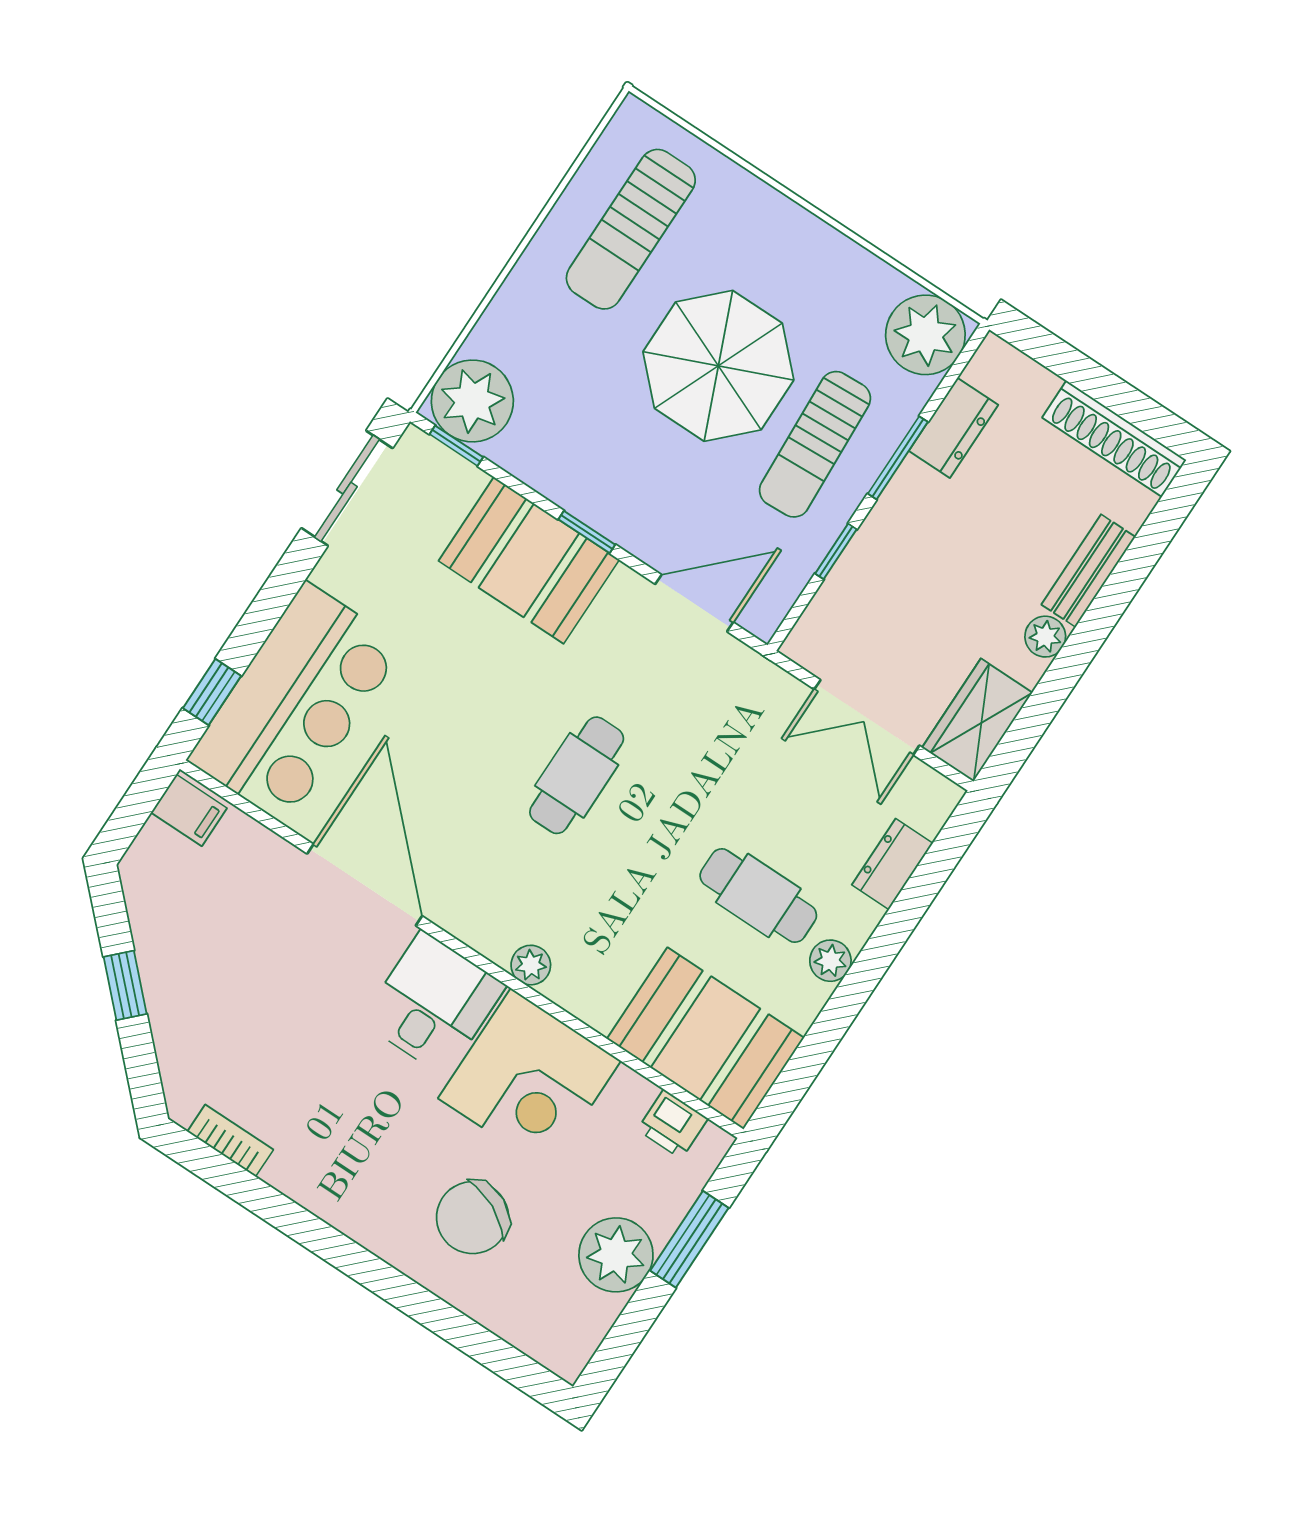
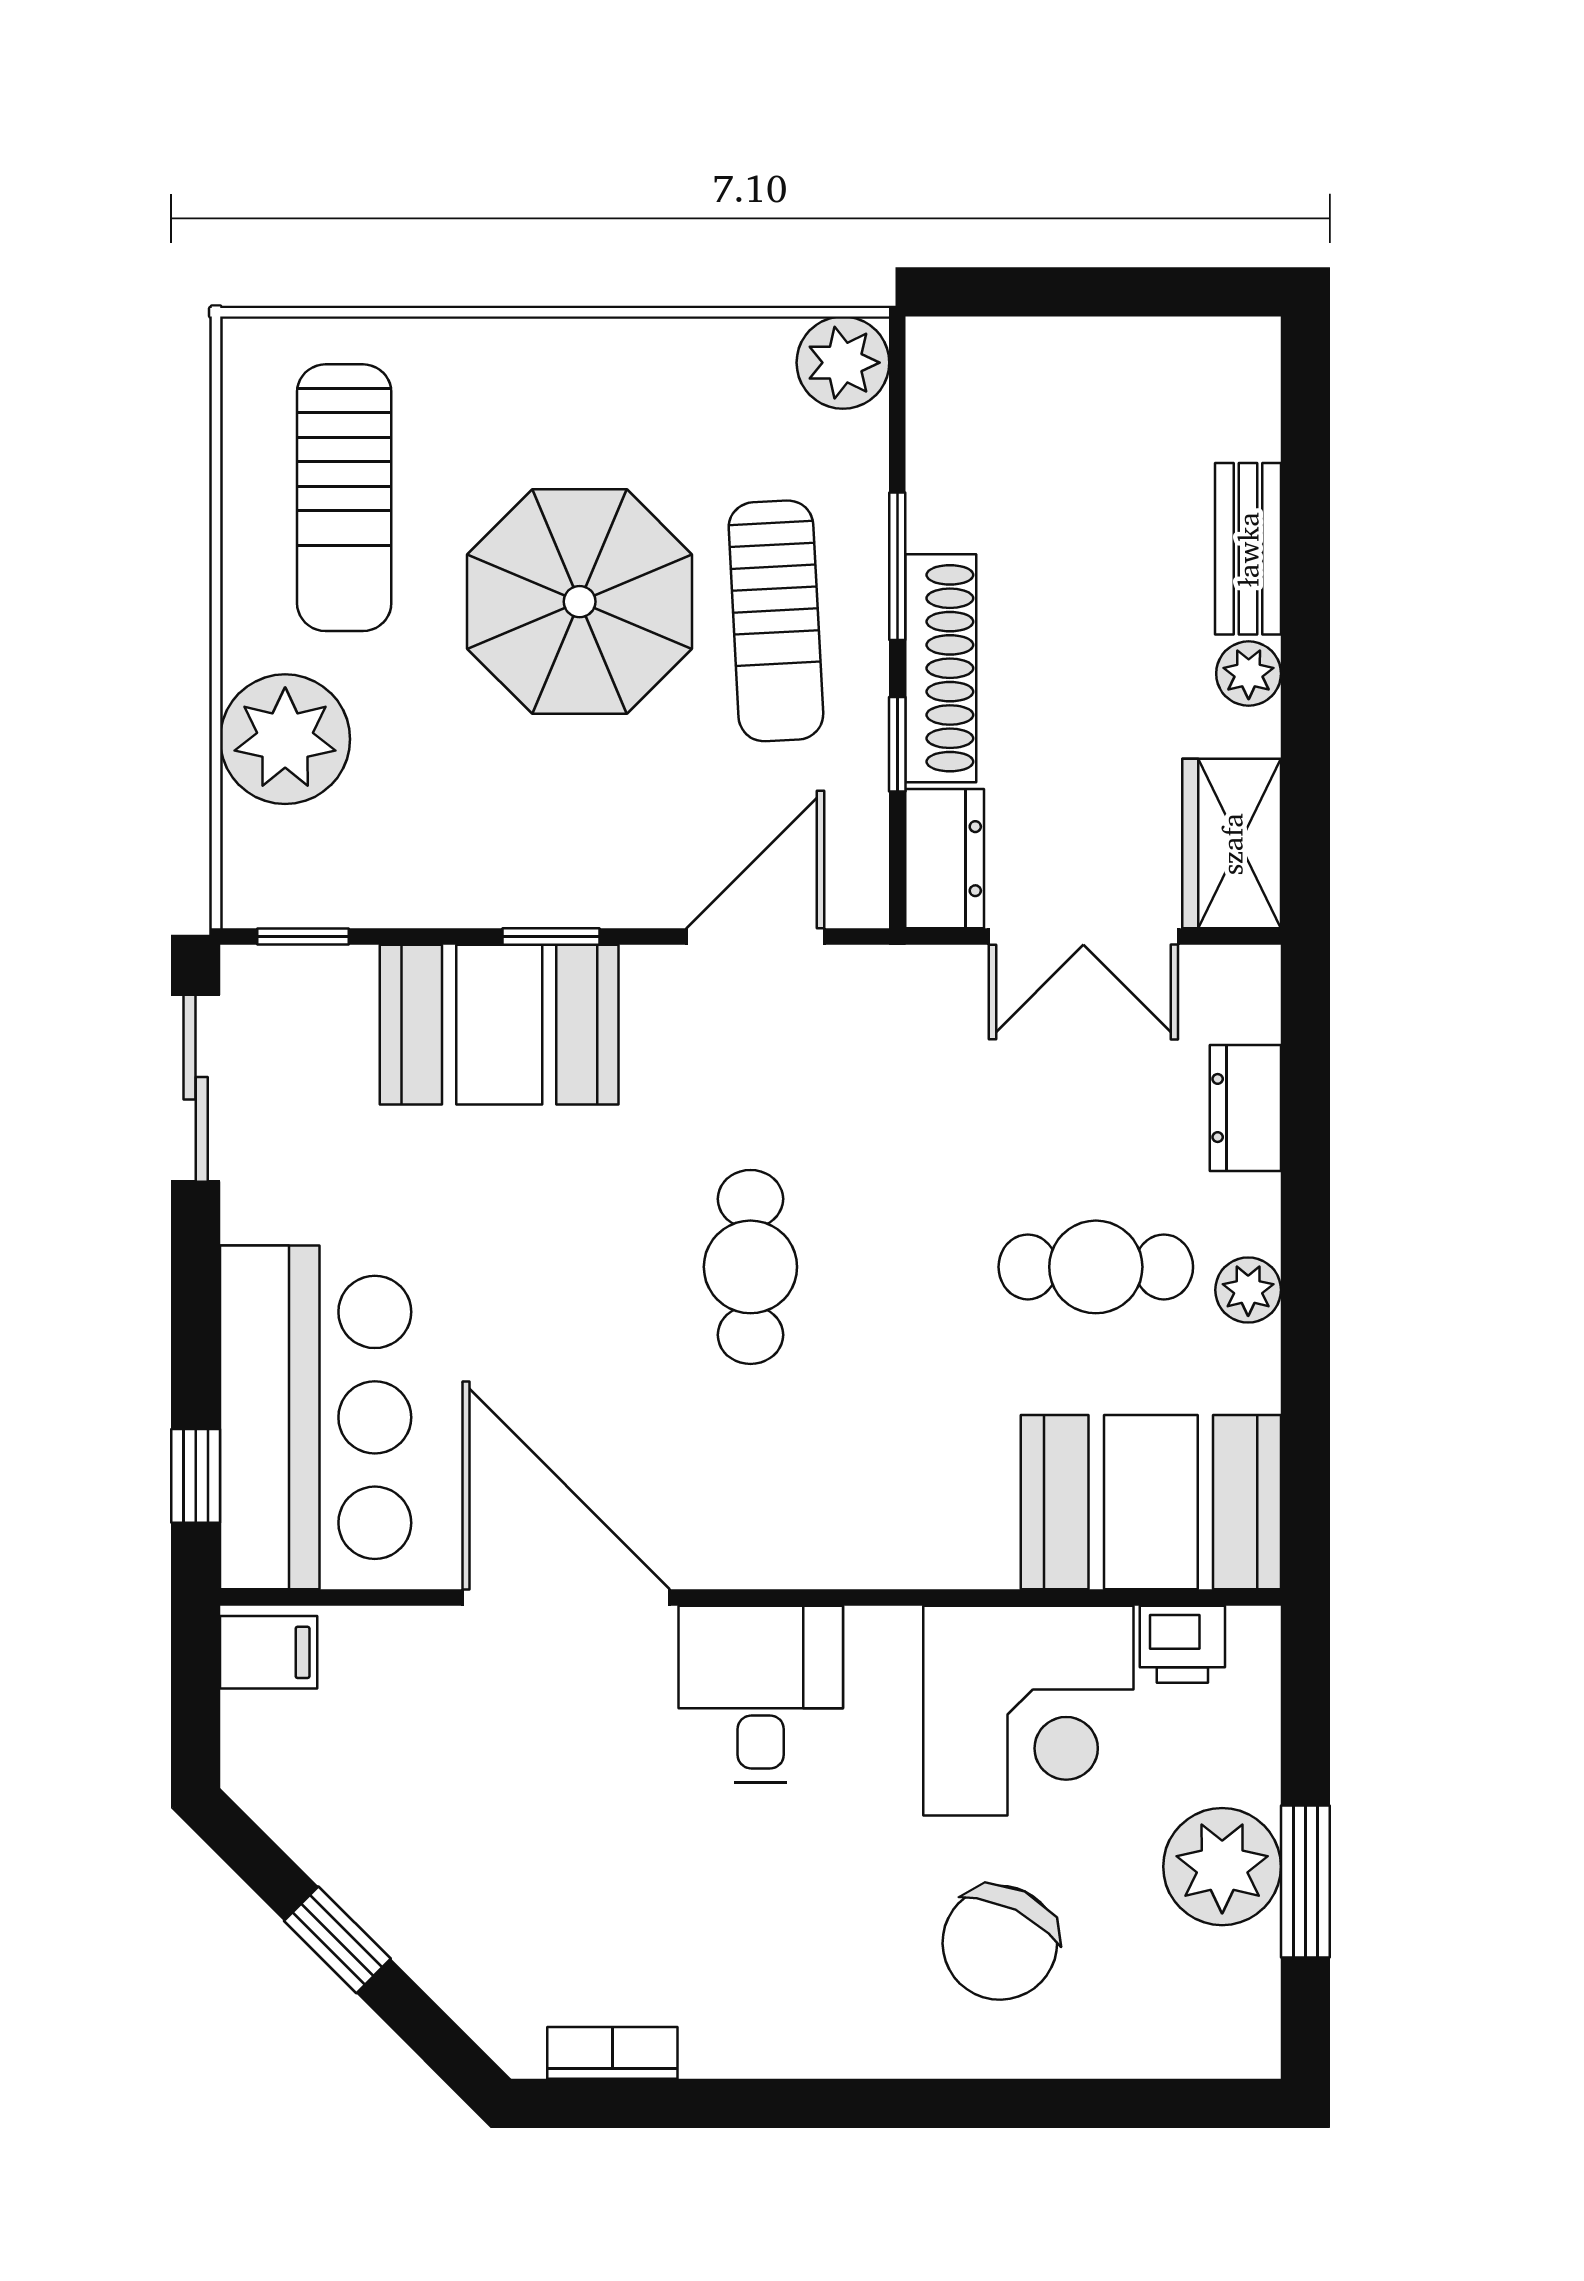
plant: (925, 335) -> (843, 363), width x0.73, depth x0.73
plant: (472, 401) -> (285, 739), moved
dresser: (954, 428) -> (945, 859), moved
shoe rack: (1114, 439) -> (941, 668), moved, turned -90
plant: (531, 965) -> (856, 1558), removed
corner desk: (529, 1080) -> (1028, 1711), moved
window: (689, 1239) -> (1305, 1882), moved

